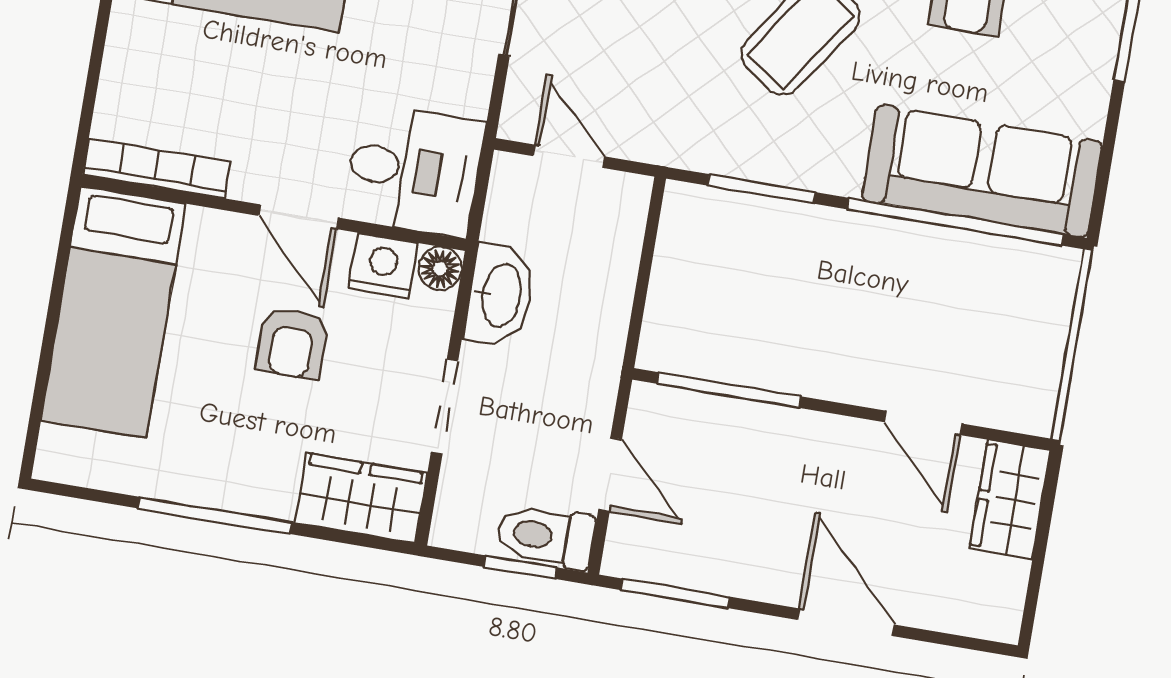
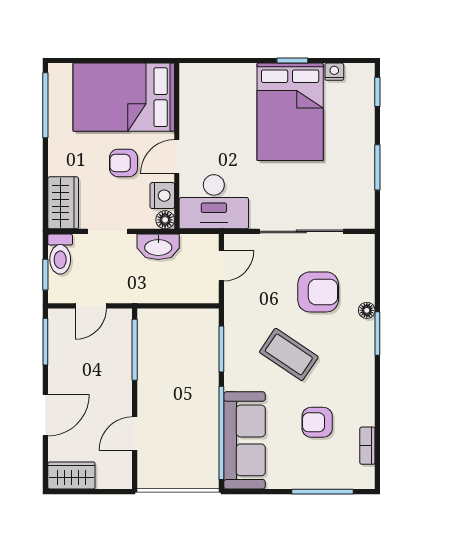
bookcase: (157, 168) -> (187, 94), removed
desk: (414, 170) -> (214, 202), width x1.37
bed: (113, 312) -> (124, 97), width x1.50
wardrobe: (1010, 499) -> (71, 475), moved
window: (215, 515) -> (45, 105), moved
toilet: (546, 536) -> (60, 254), moved, turned 180

